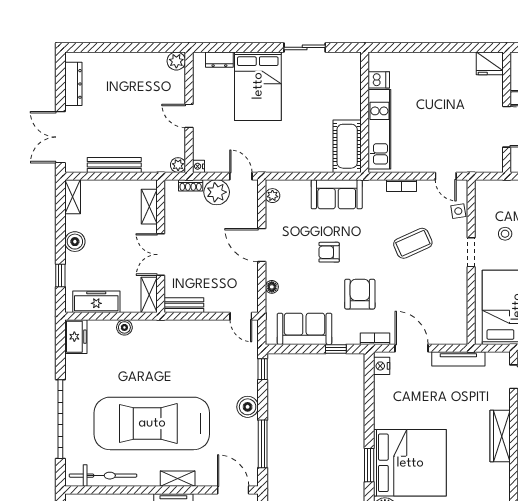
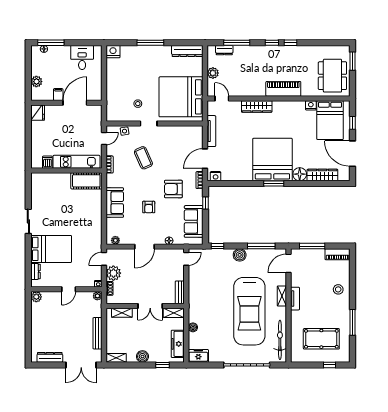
dishwasher: (379, 80) -> (47, 162), moved
wall: (365, 112) -> (66, 170), moved
kitchen unit: (379, 129) -> (76, 162), moved
cot: (347, 146) -> (86, 181), moved

